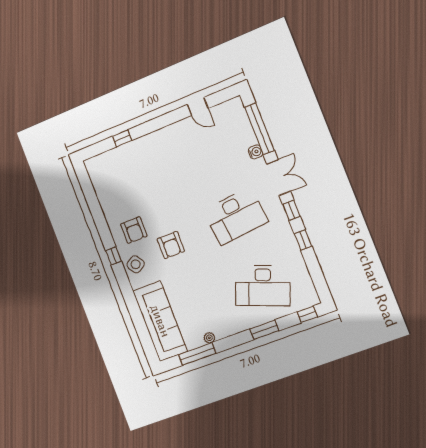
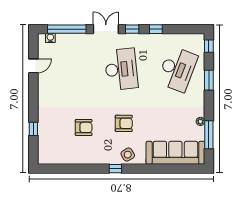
water cooler: (256, 152) -> (50, 38), moved
armchair: (134, 230) -> (84, 127), moved

